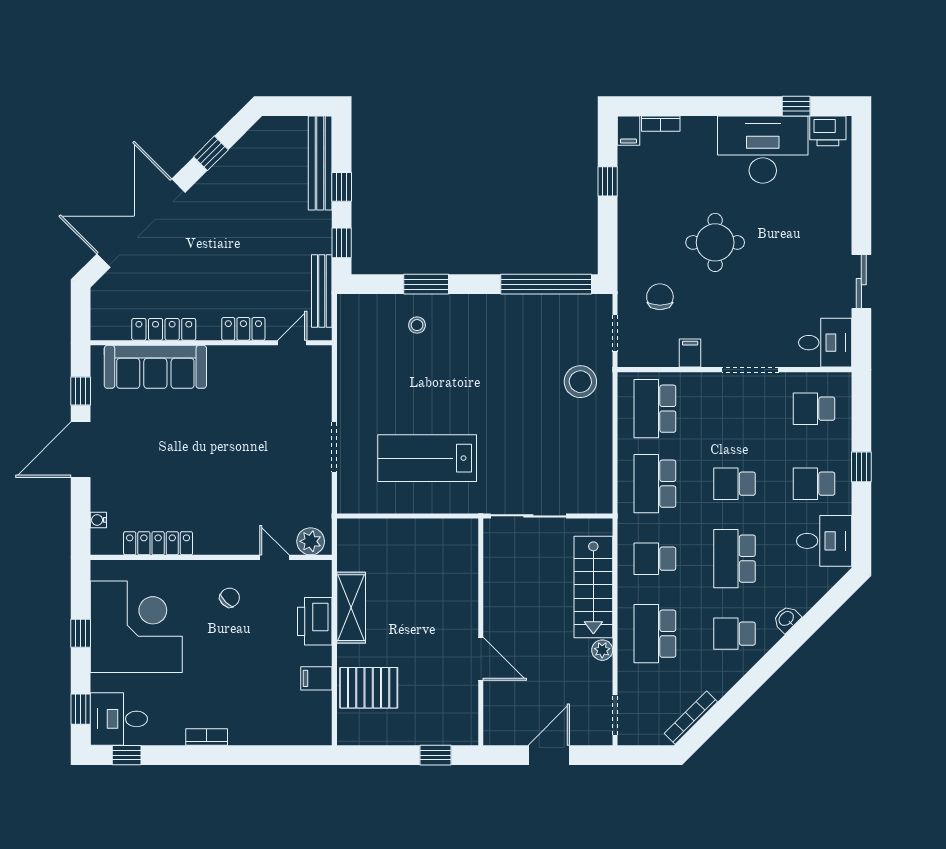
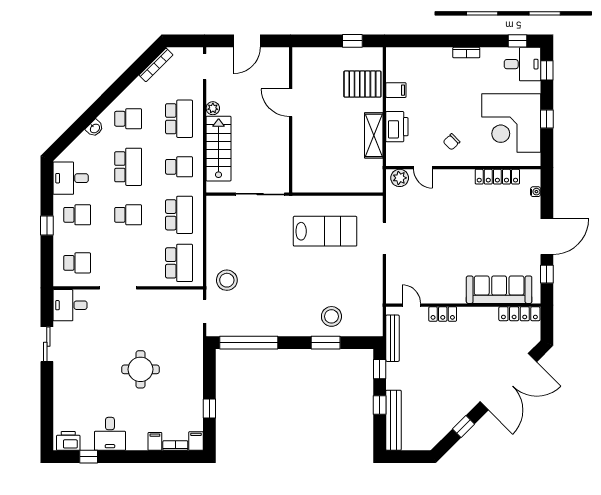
desk: (763, 150) -> (110, 434), width x0.53, depth x0.77
chair: (660, 297) -> (176, 335), removed
stool: (417, 325) -> (331, 316), width x1.89, depth x1.89
locker: (164, 329) -> (519, 314), moved
door: (292, 343) -> (411, 305), swing flipped
filing cabinet: (690, 353) -> (155, 441), moved, turned 180
window: (436, 755) -> (352, 41), moved

